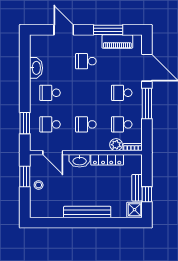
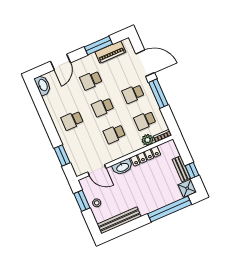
door: (64, 30) -> (61, 62), swing flipped
washbasin: (36, 68) -> (43, 85), moved
school desk: (50, 124) -> (103, 107), moved
bench: (87, 212) -> (119, 220), moved
window: (108, 223) -> (170, 209), added

